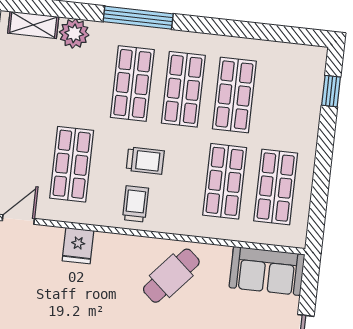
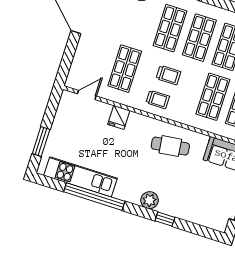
trolley: (136, 204) -> (158, 100), turned 90
cafe table: (171, 276) -> (170, 146), turned 42

